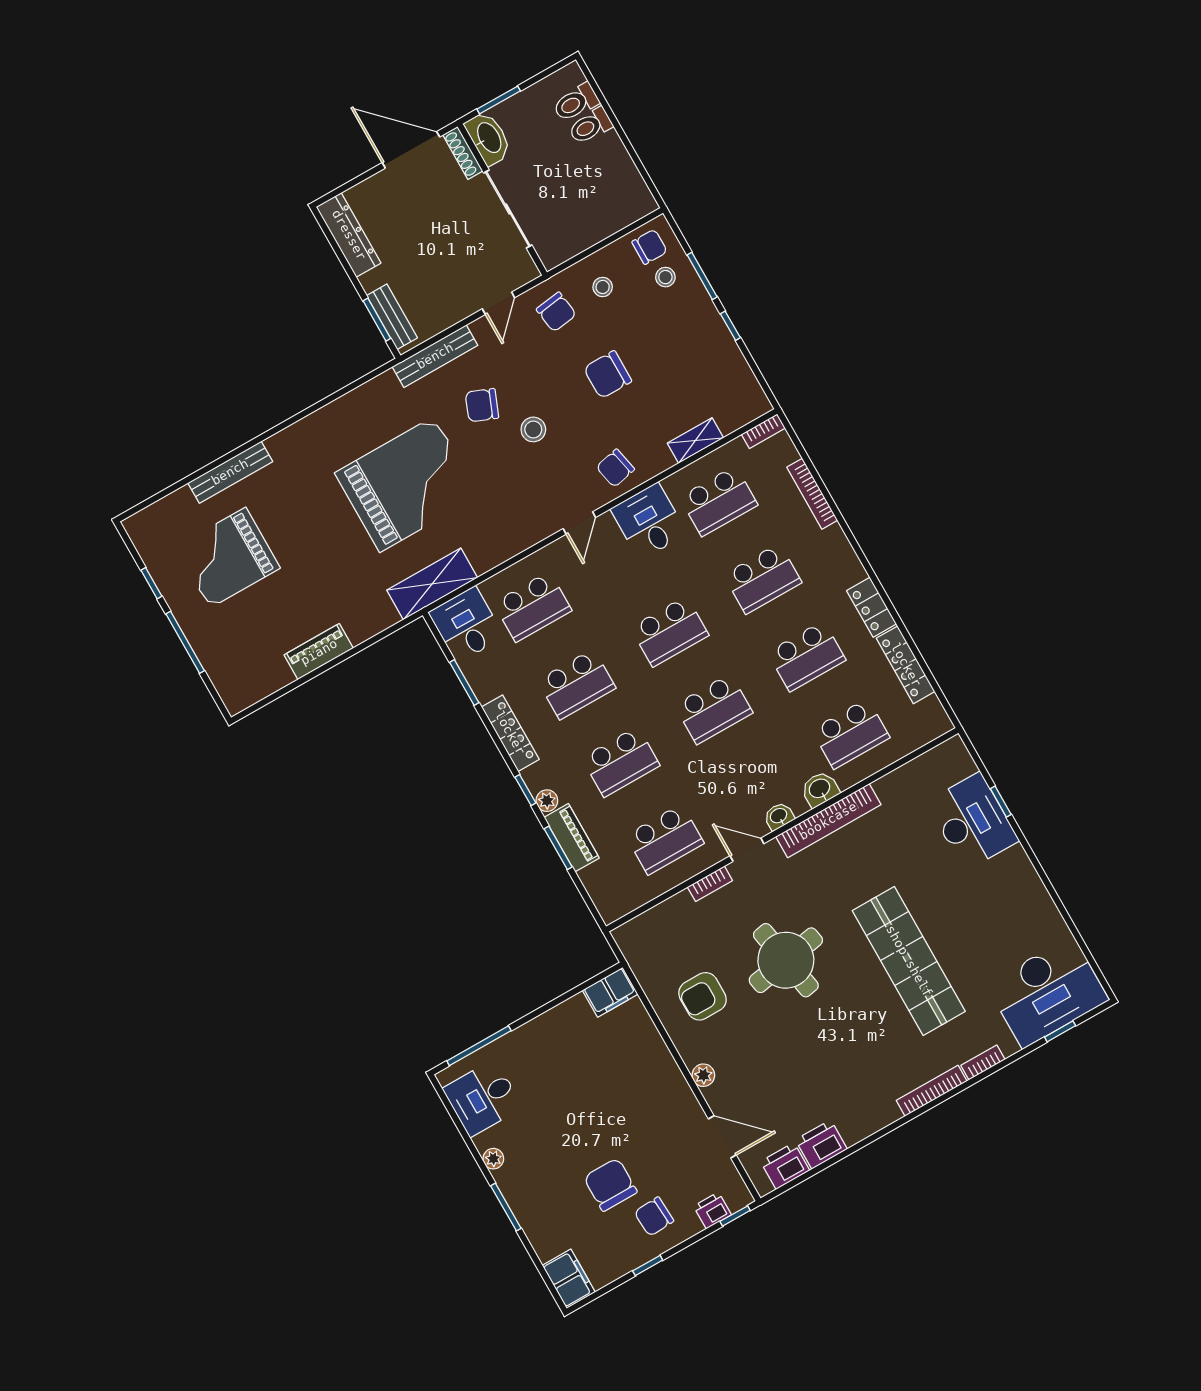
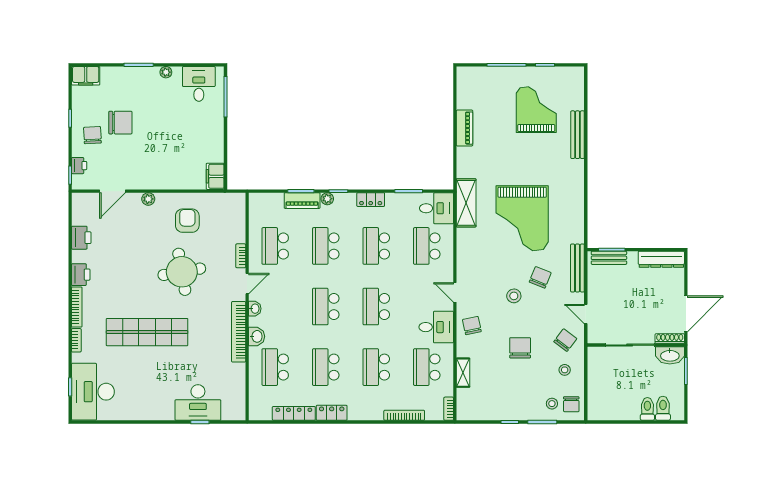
chair: (556, 312) -> (565, 340), turned 135
locker: (510, 733) -> (371, 200), width x0.66
printer: (785, 1166) -> (81, 275), moved

